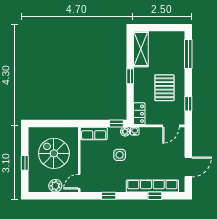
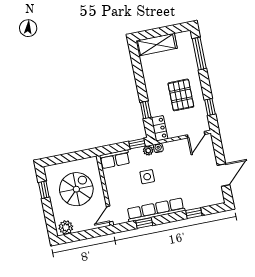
shelving: (141, 49) -> (157, 45), moved, turned 90
window: (130, 76) -> (146, 110), moved
spiral stairs: (54, 153) -> (76, 189), turned 90
window: (25, 163) -> (44, 190), moved
plant: (55, 186) -> (66, 227), moved
row of seats: (152, 186) -> (156, 210), moved

